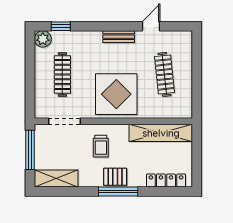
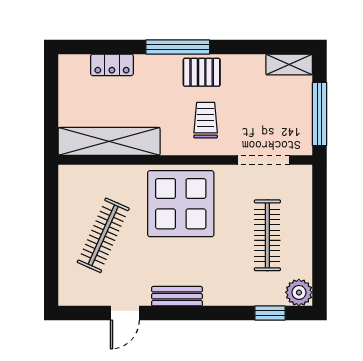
clothes rail: (164, 74) -> (103, 235), turned 30
pallet: (115, 177) -> (202, 72), moved
shelving: (56, 178) -> (289, 65), width x0.67, depth x0.75
locker: (166, 180) -> (112, 65), width x0.66

